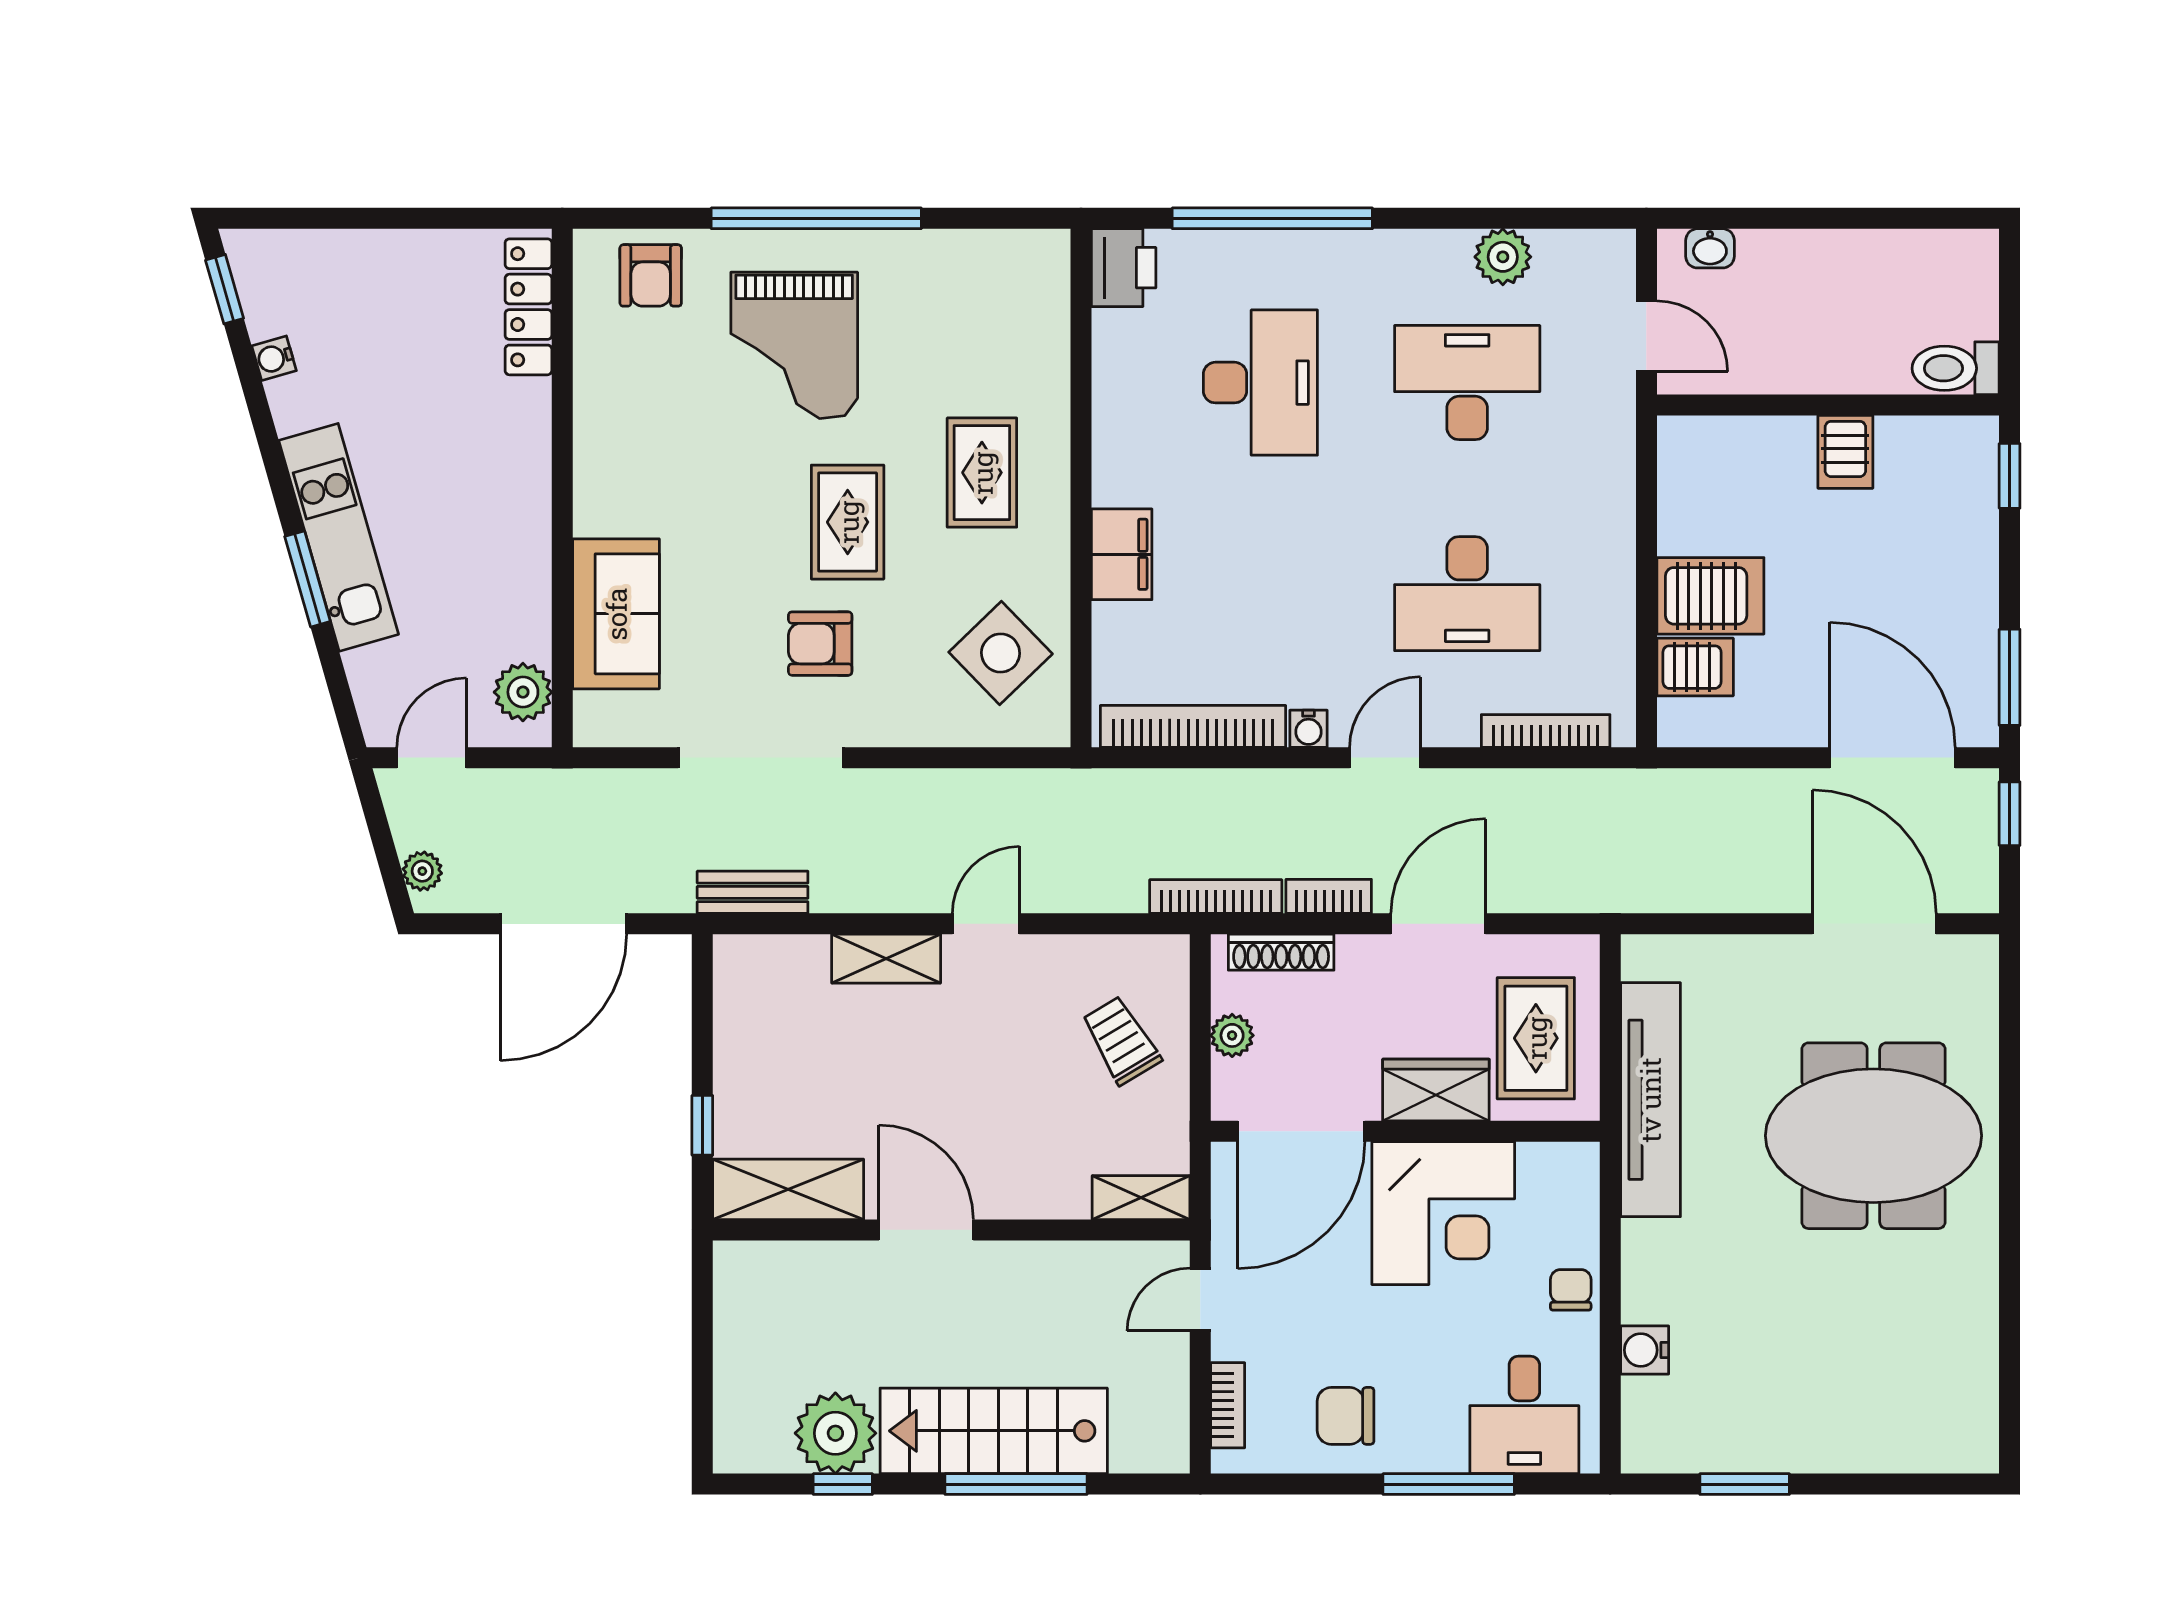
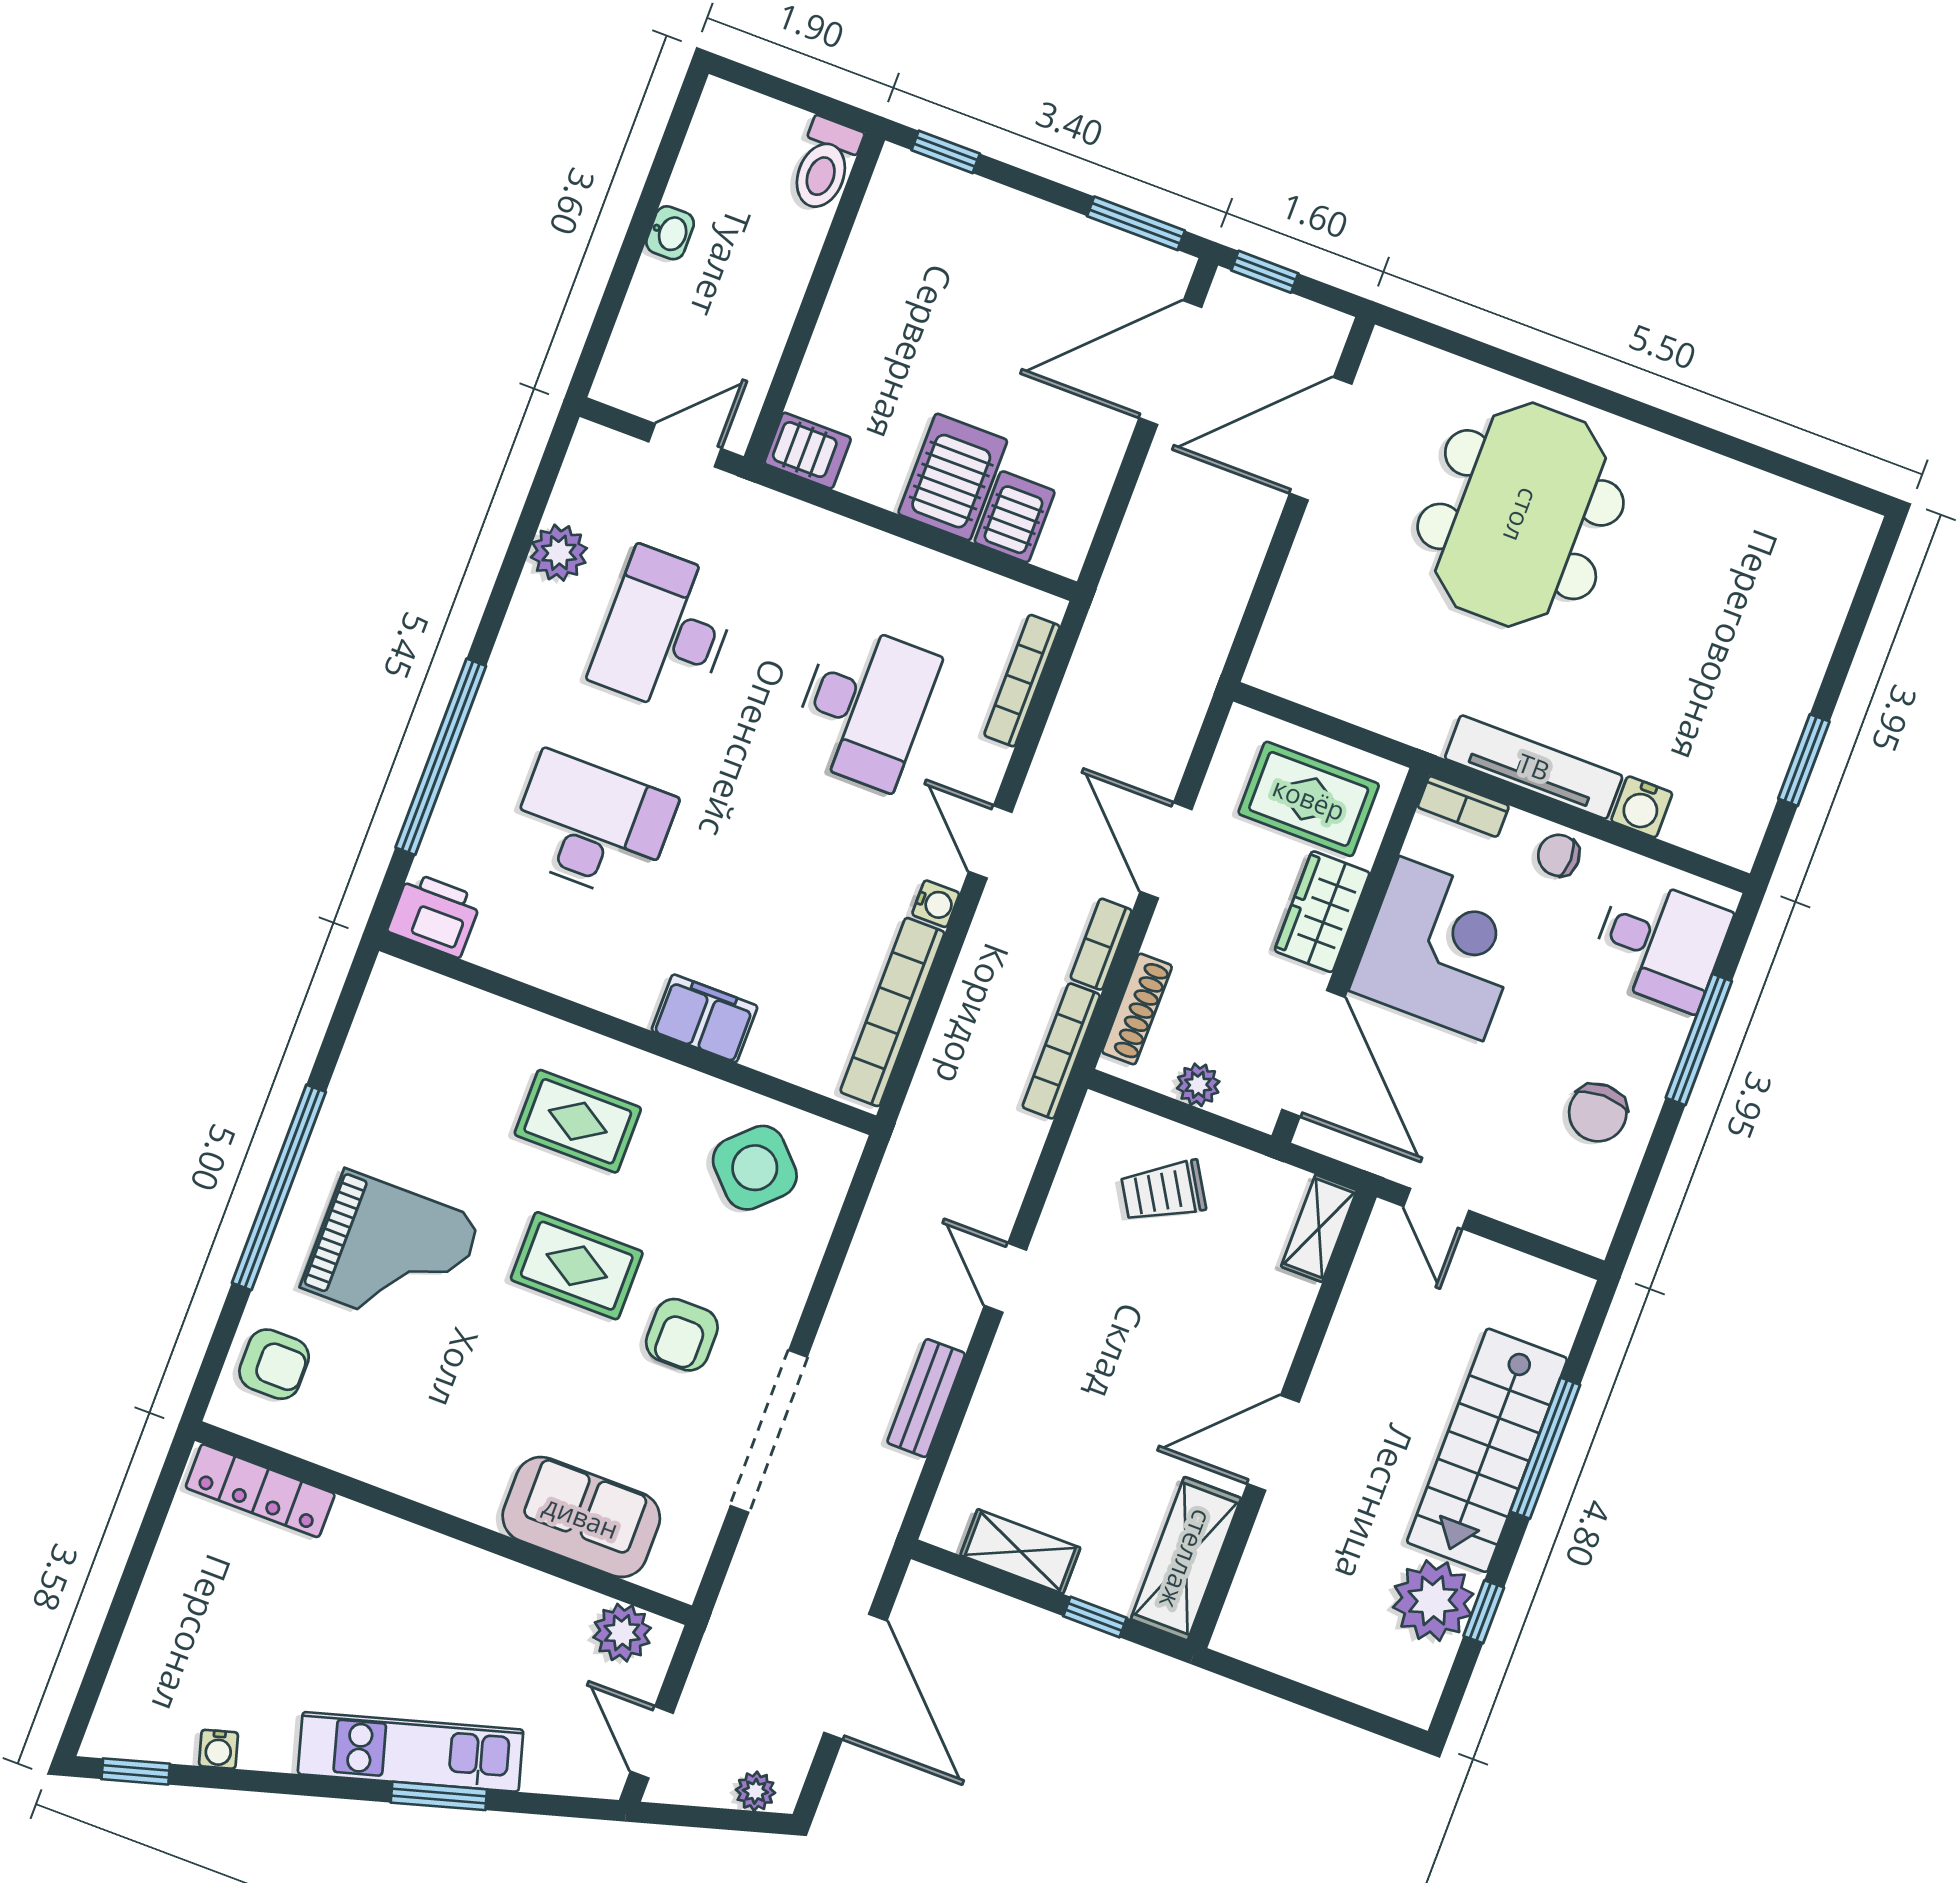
washbasin: (1710, 248) -> (670, 233), moved
server rack: (1845, 452) -> (808, 451), moved
bench: (753, 892) -> (926, 1398), moved
shelving: (886, 959) -> (1020, 1551), moved, turned 90
tv unit: (1650, 1100) -> (1534, 767), moved, width x0.73, depth x0.78
bookcase: (1228, 1405) -> (1463, 806), moved, turned 180

